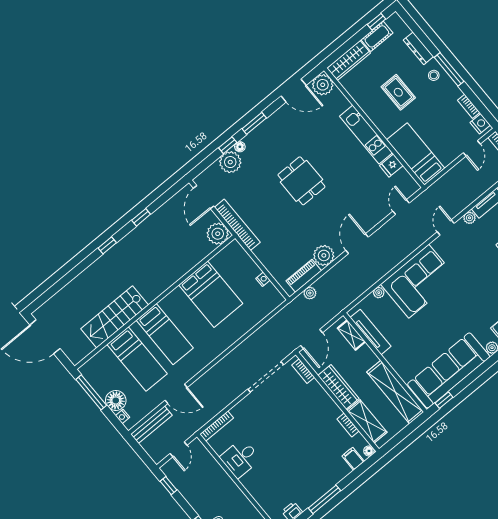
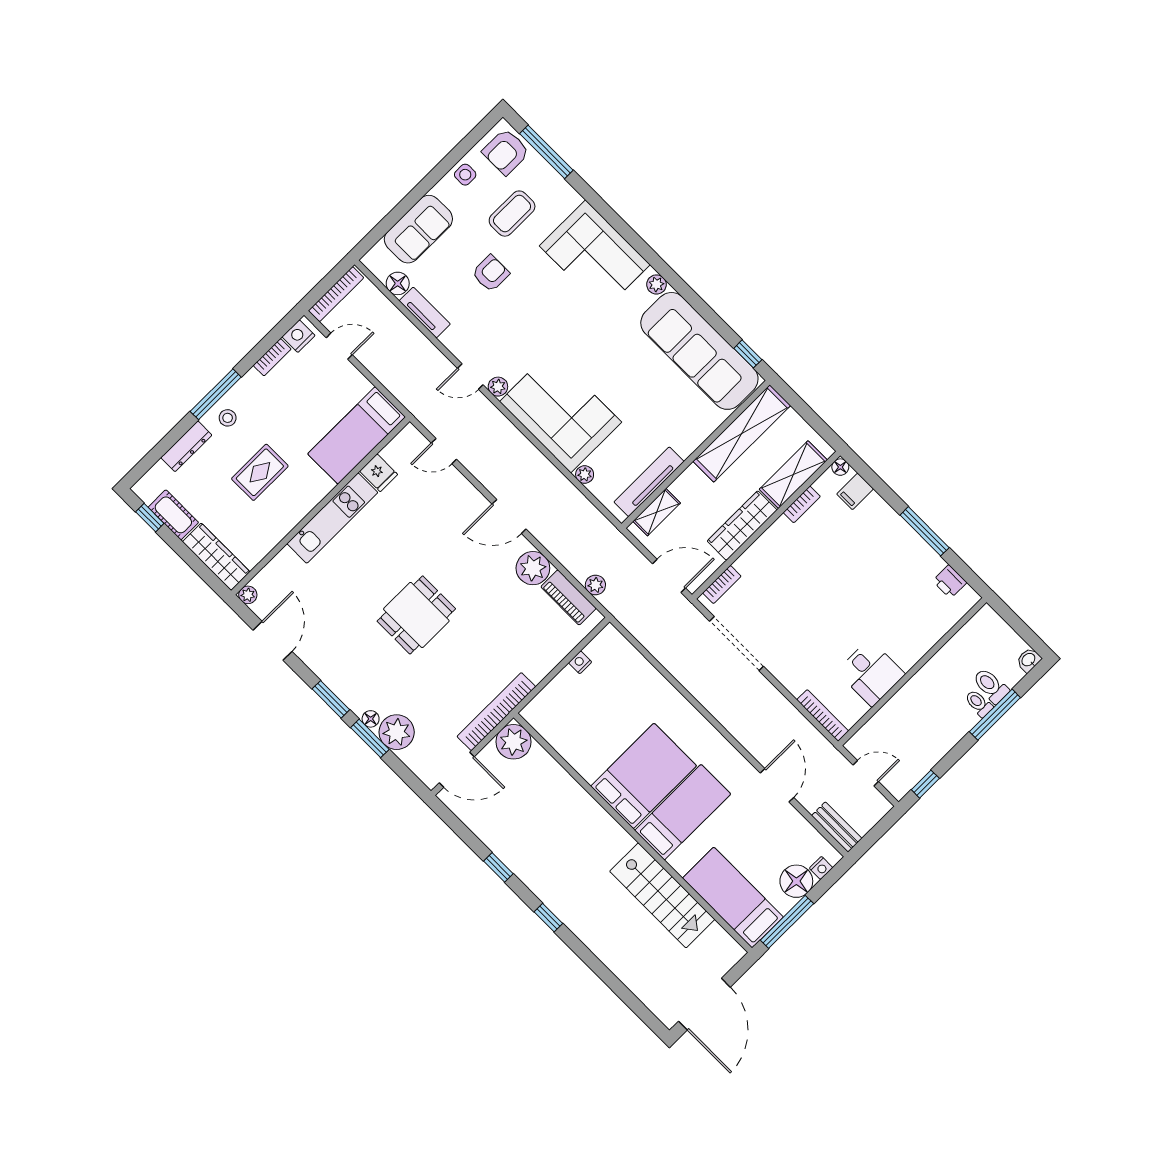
plant: (323, 85) -> (248, 595), width x0.53, depth x0.53
window: (228, 145) -> (370, 738), width x1.50
plant: (470, 218) -> (498, 387), moved
bed: (211, 294) -> (644, 776), moved
bed: (137, 359) -> (733, 898), moved, turned -90
bench: (151, 425) -> (837, 827), width x0.73

